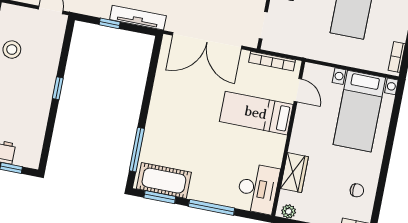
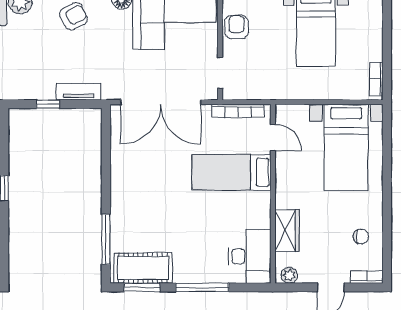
tv unit: (138, 18) -> (78, 92), width x0.71

